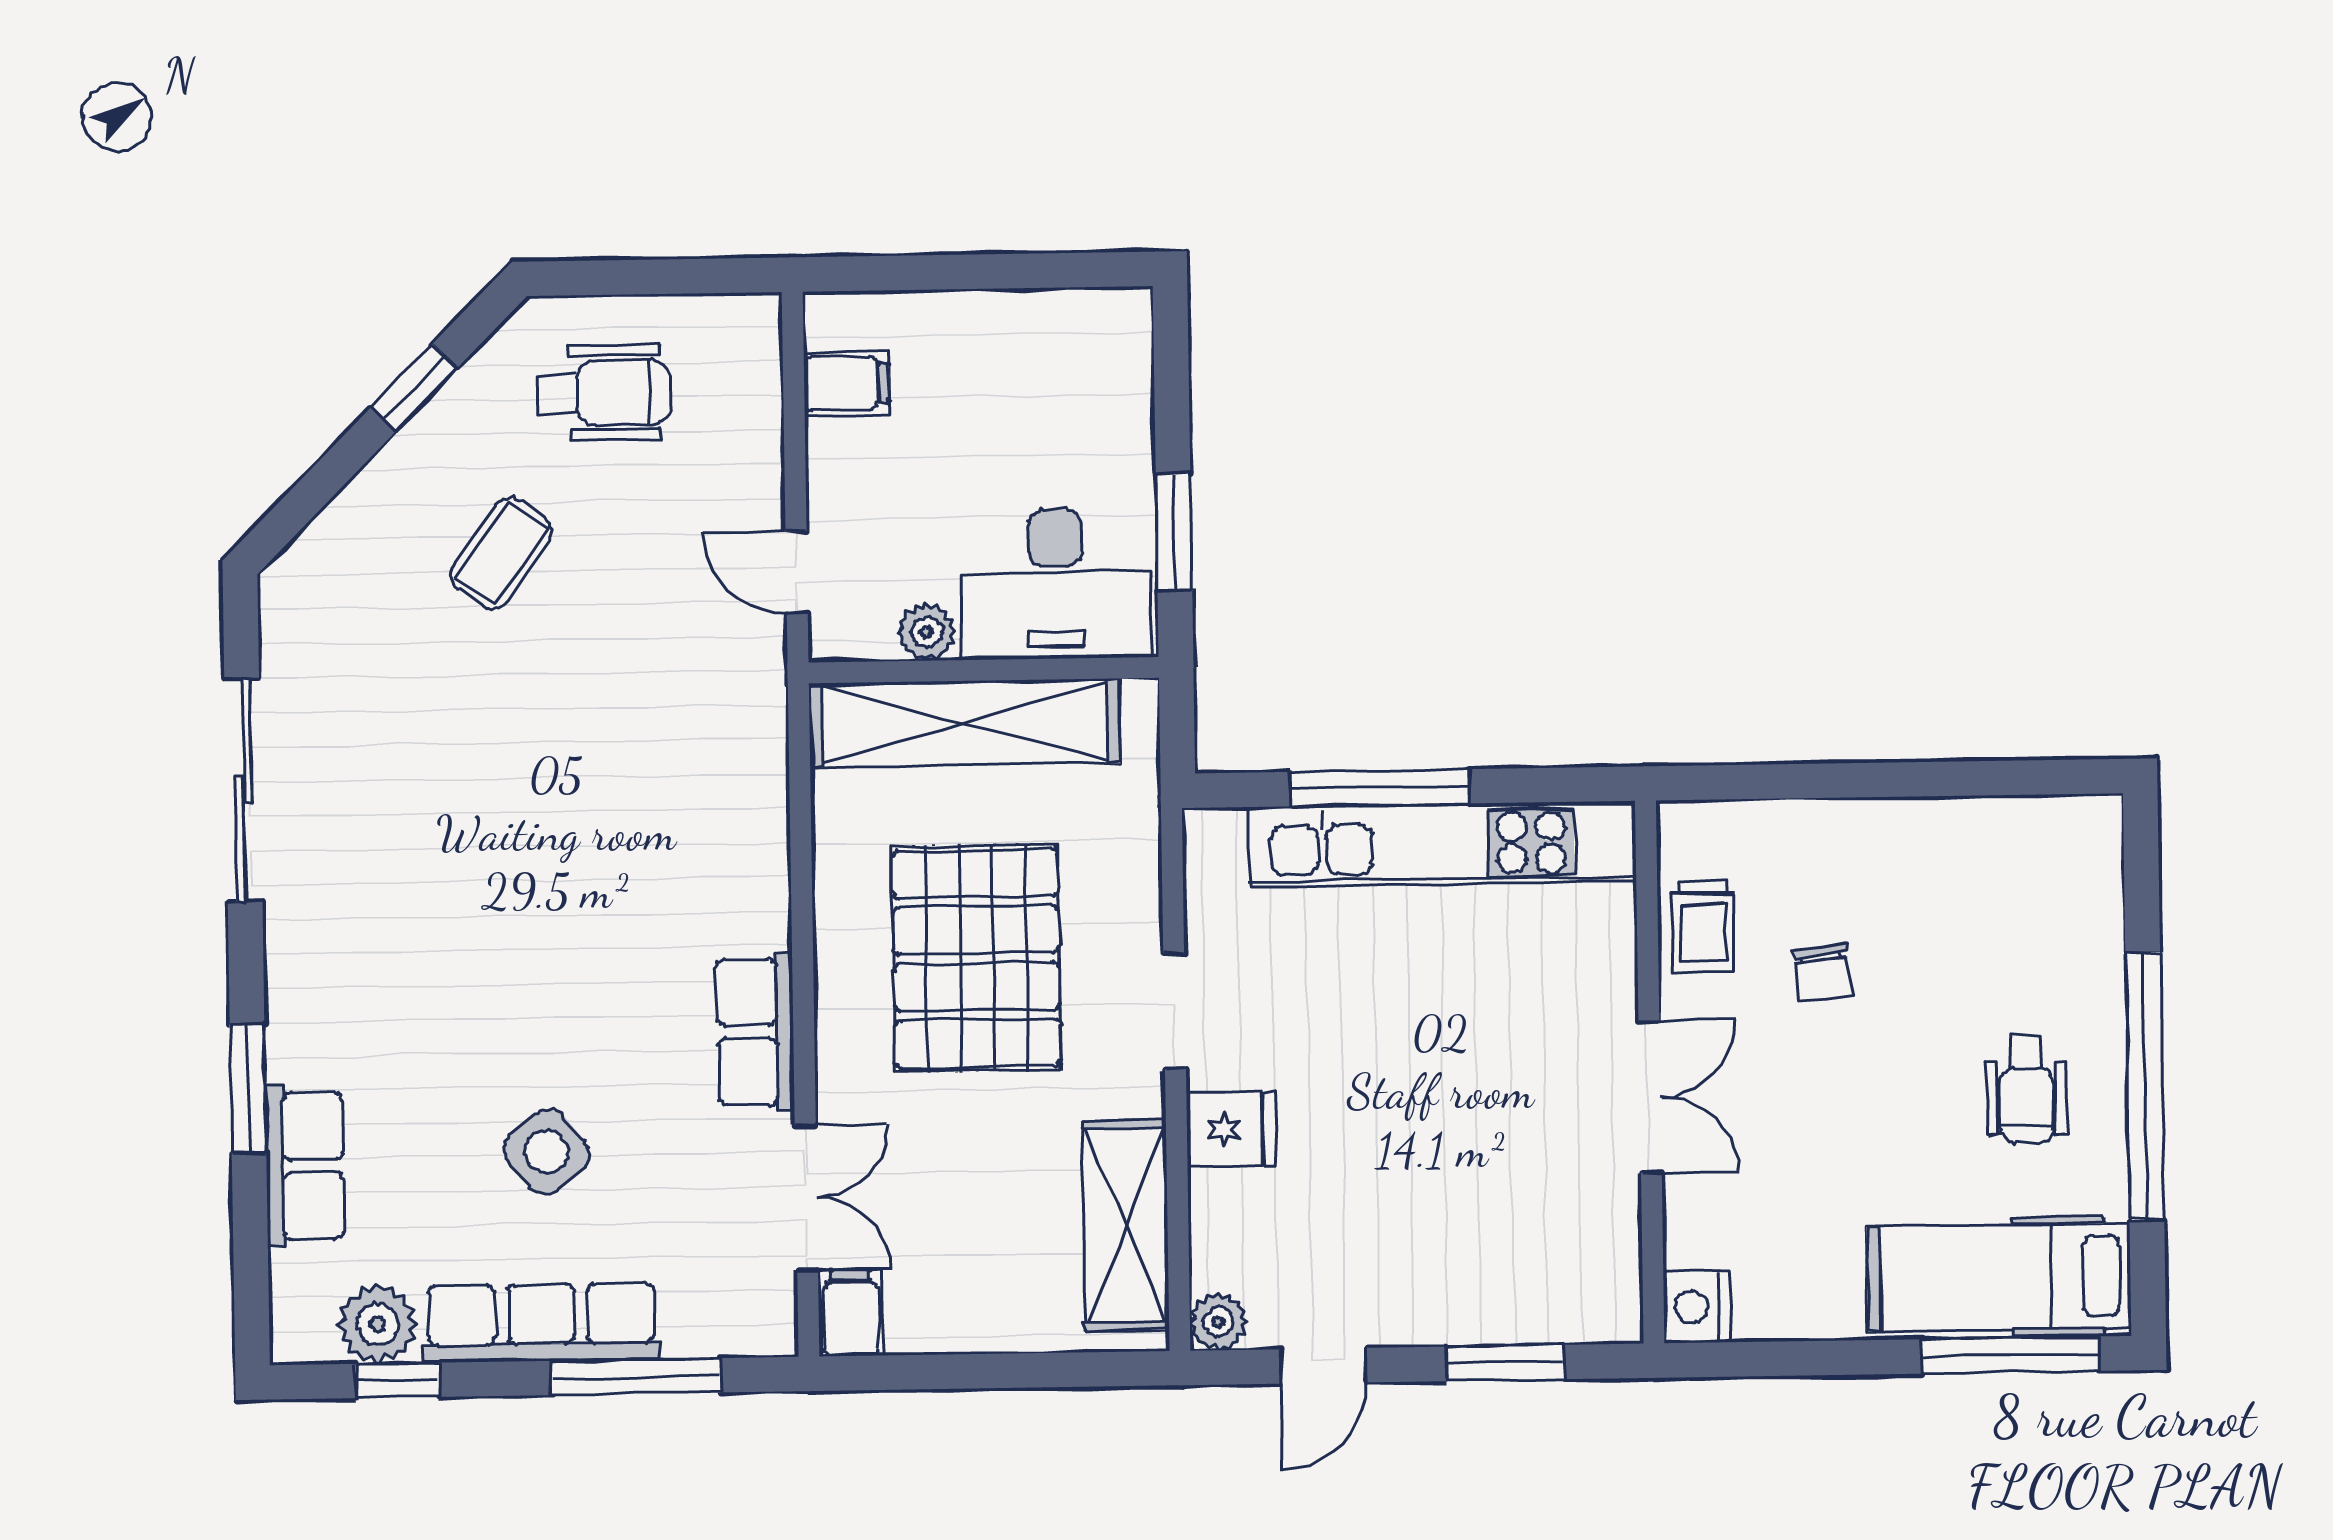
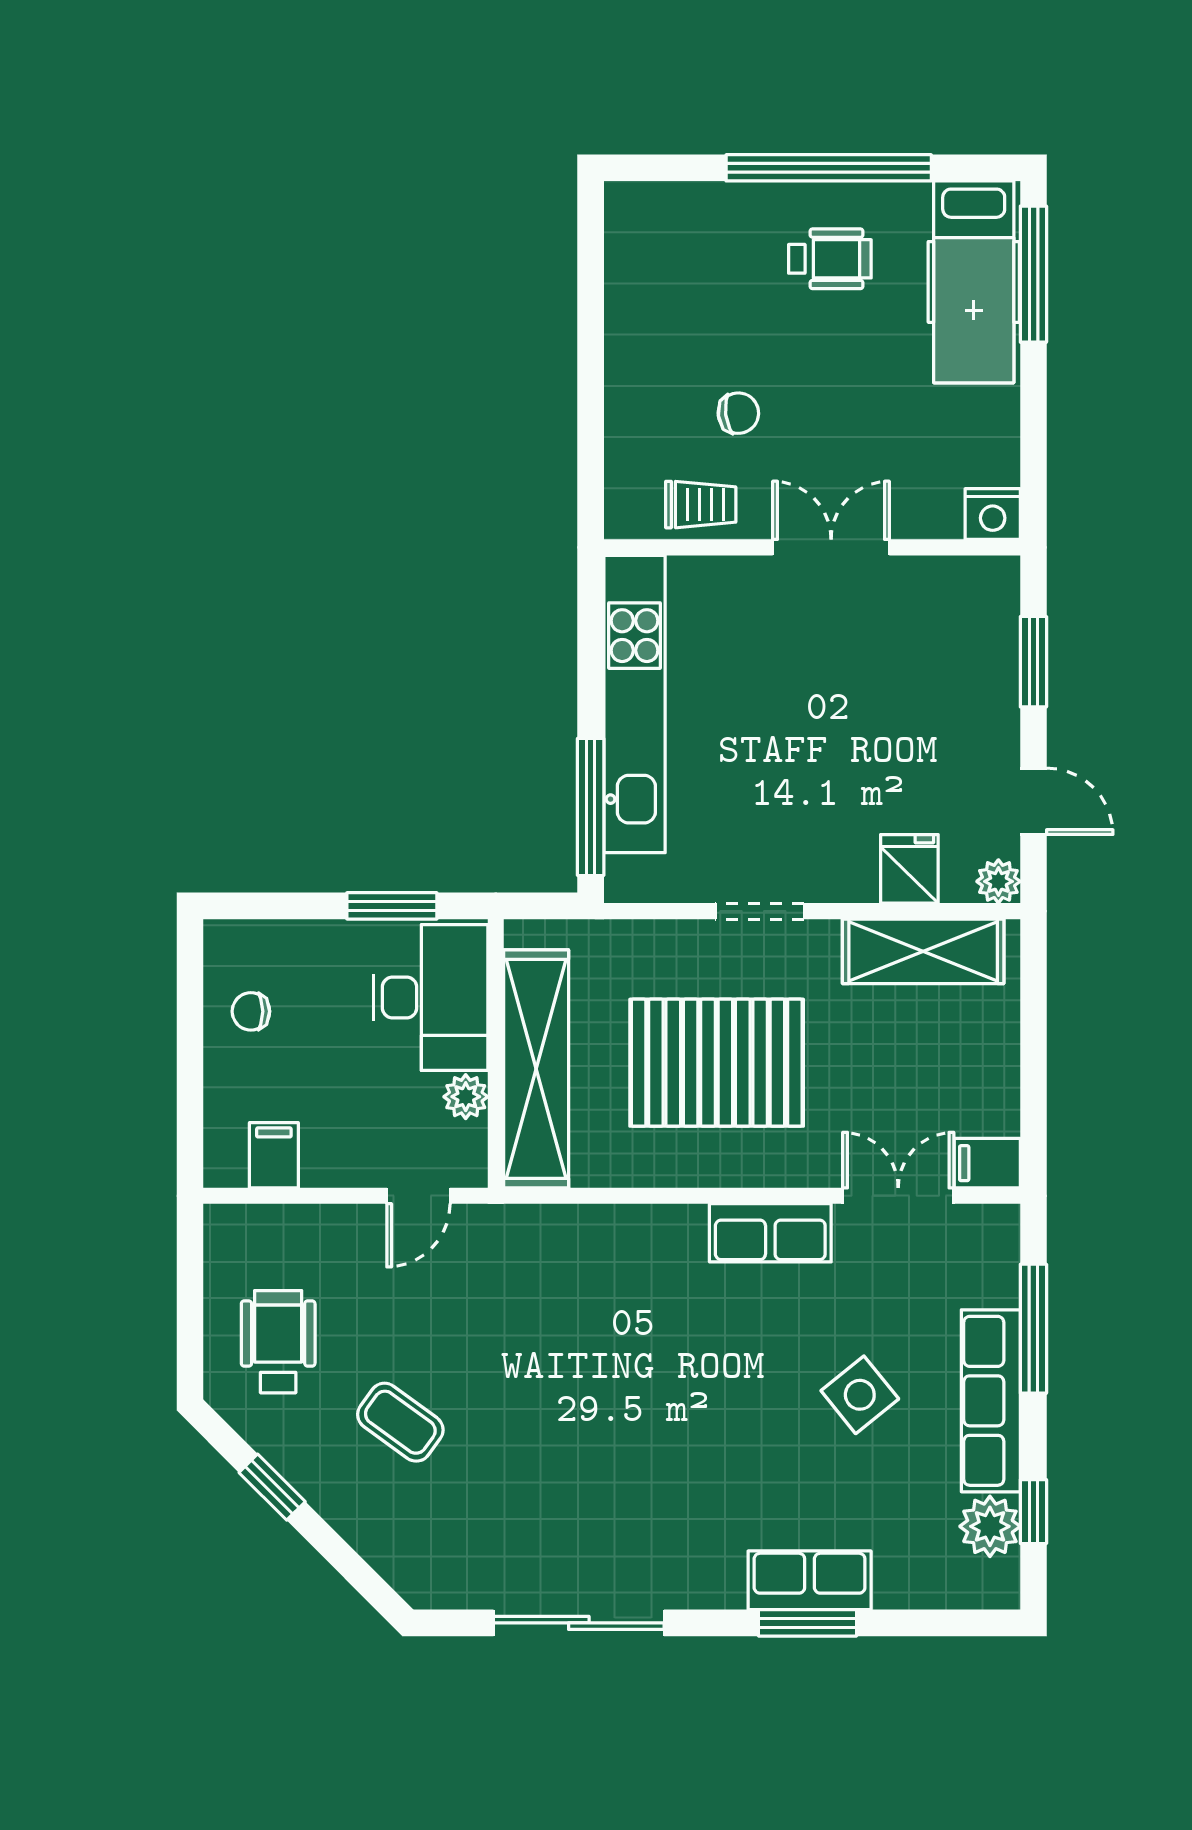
chair: (1034, 350) -> (251, 1011), added
window: (1380, 788) -> (591, 807), moved
fridge: (1232, 1129) -> (909, 869), moved
row of seats: (305, 1166) -> (810, 1580), moved

